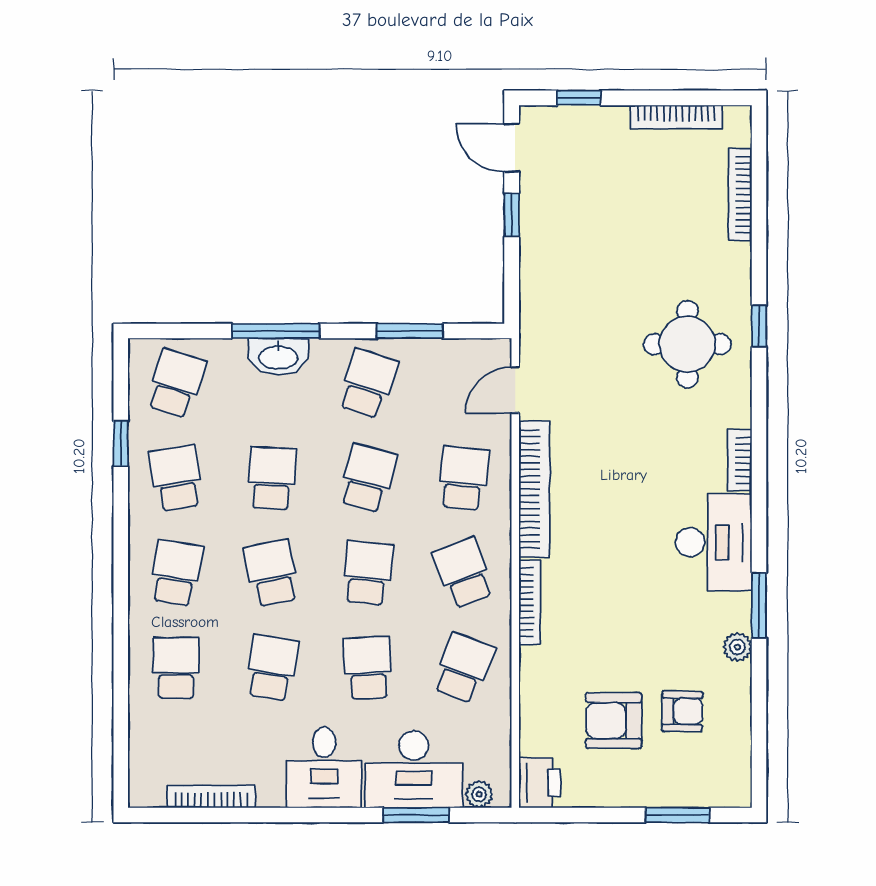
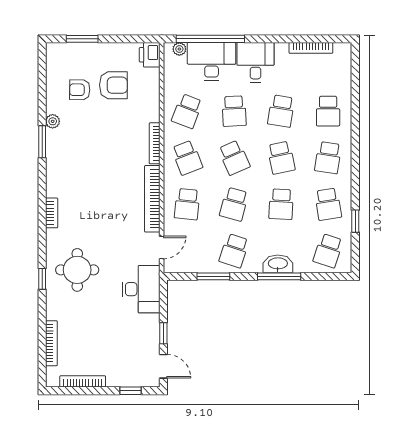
desk: (714, 542) -> (141, 289), moved, turned 180
school desk: (368, 573) -> (234, 158), turned -30
window: (416, 815) -> (210, 39), width x2.11

